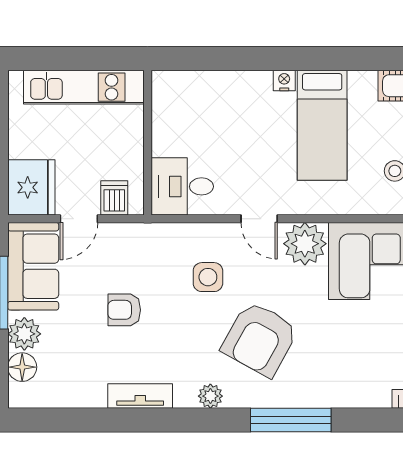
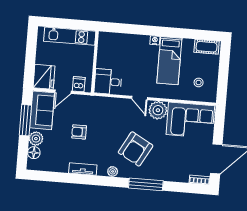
side table: (208, 277) -> (116, 121), removed

